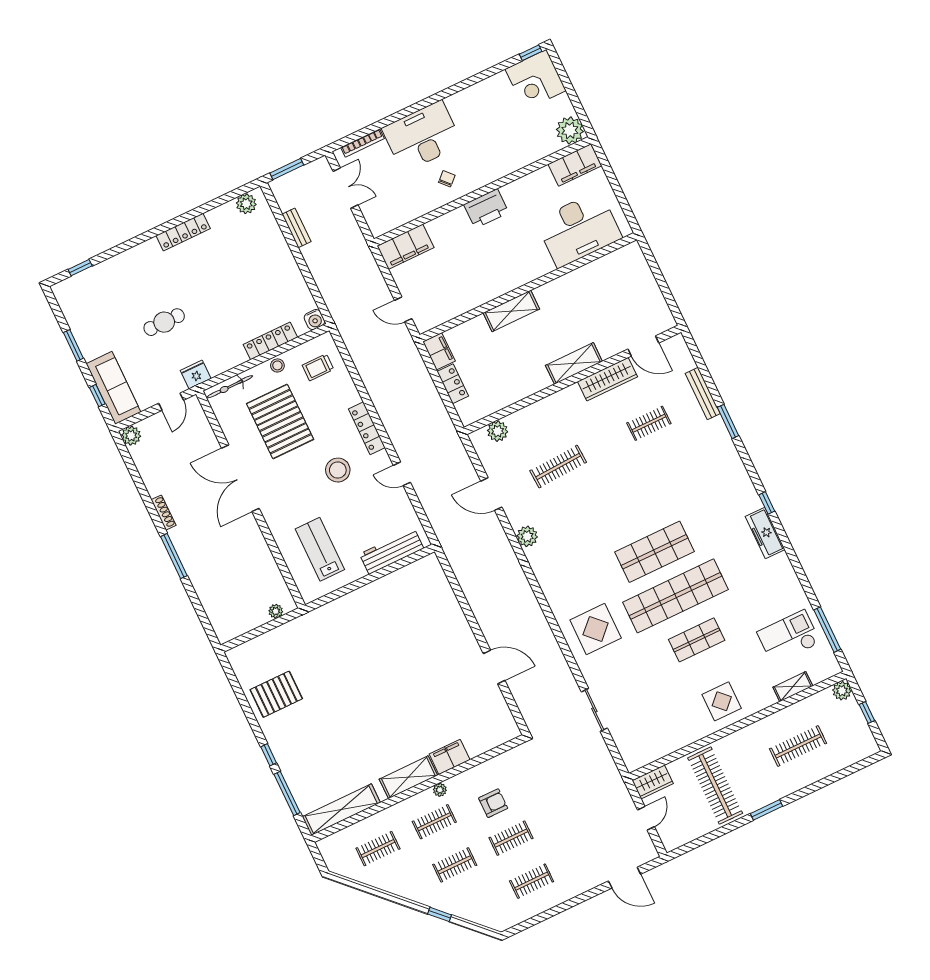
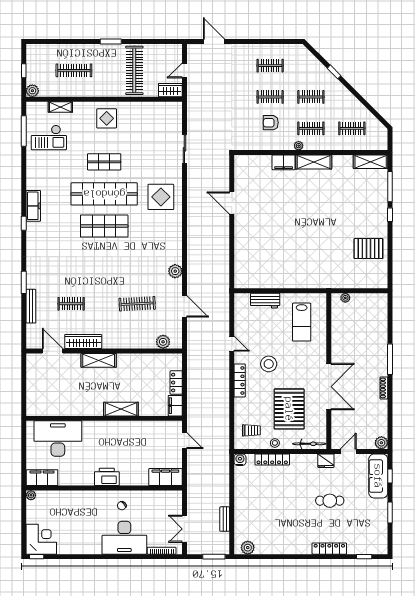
plant: (570, 130) -> (31, 495), width x0.53, depth x0.53
locker: (183, 232) -> (329, 549), moved
workbench: (392, 551) -> (265, 301), width x0.73
shelving: (341, 810) -> (371, 162), width x0.68

